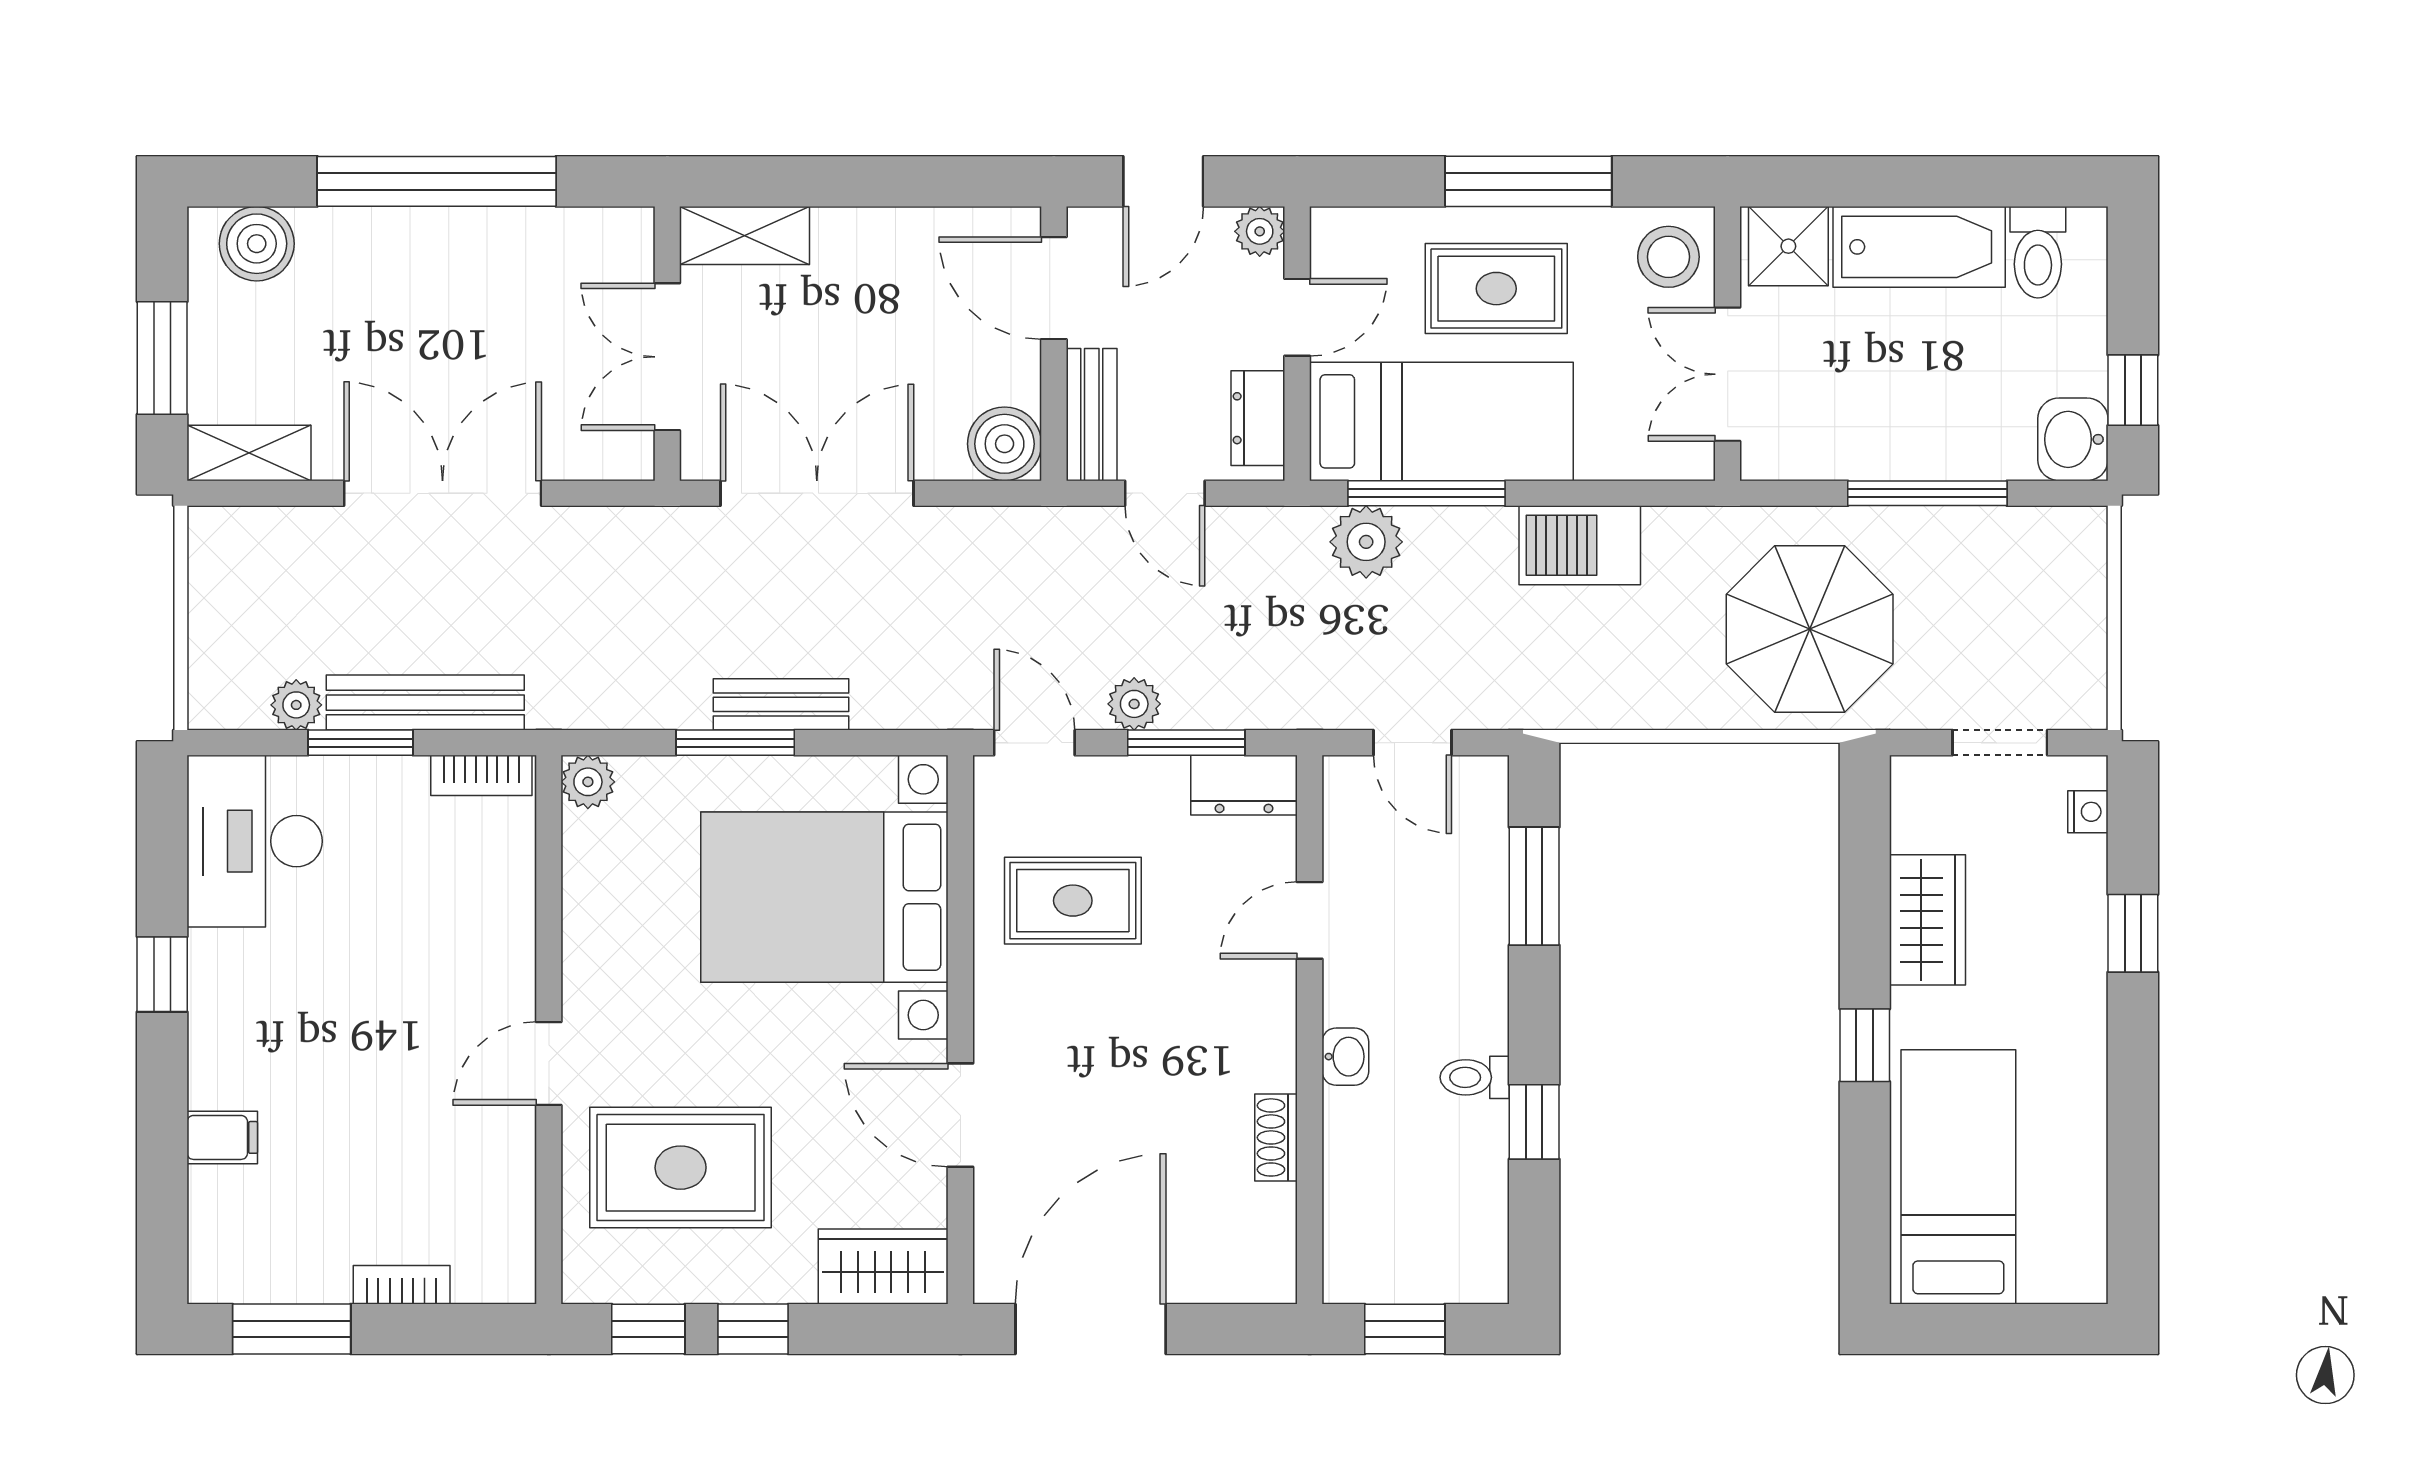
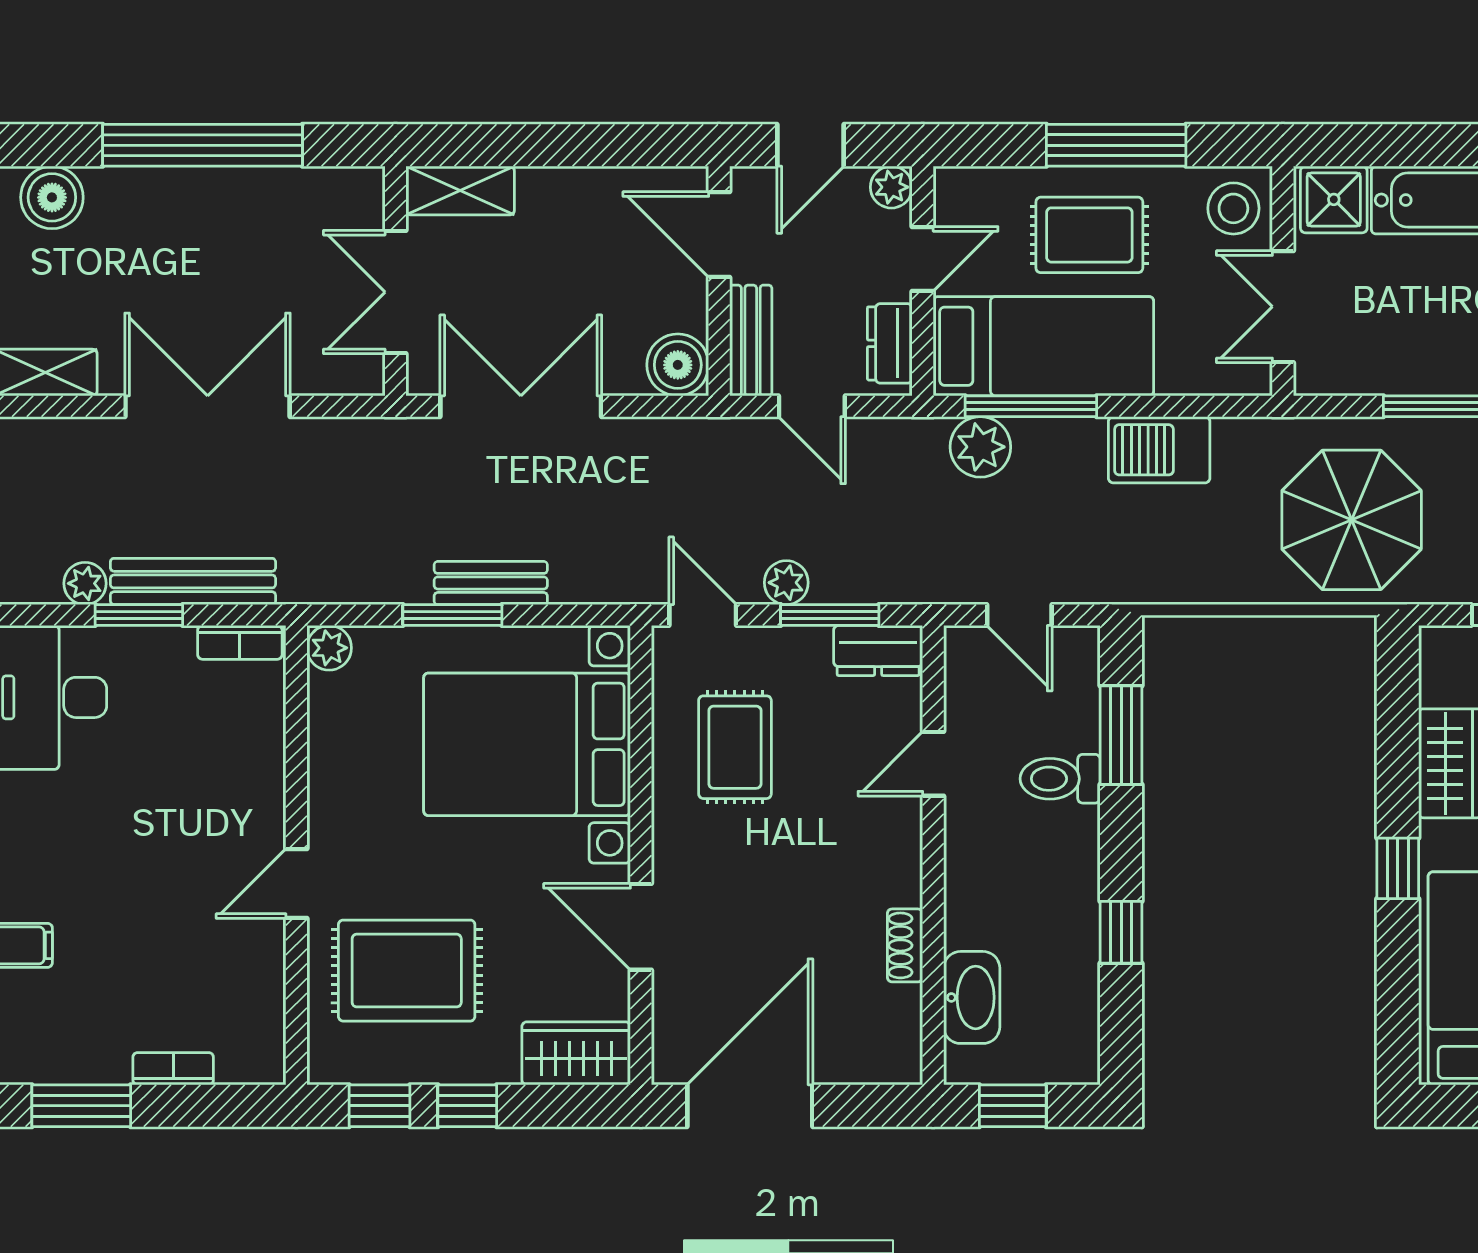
rug: (1073, 901) -> (735, 747), turned 90
washbasin: (1345, 1057) -> (972, 997), moved, width x1.91, depth x1.45
toilet: (1475, 1077) -> (1060, 779), moved, width x1.37, depth x1.39

